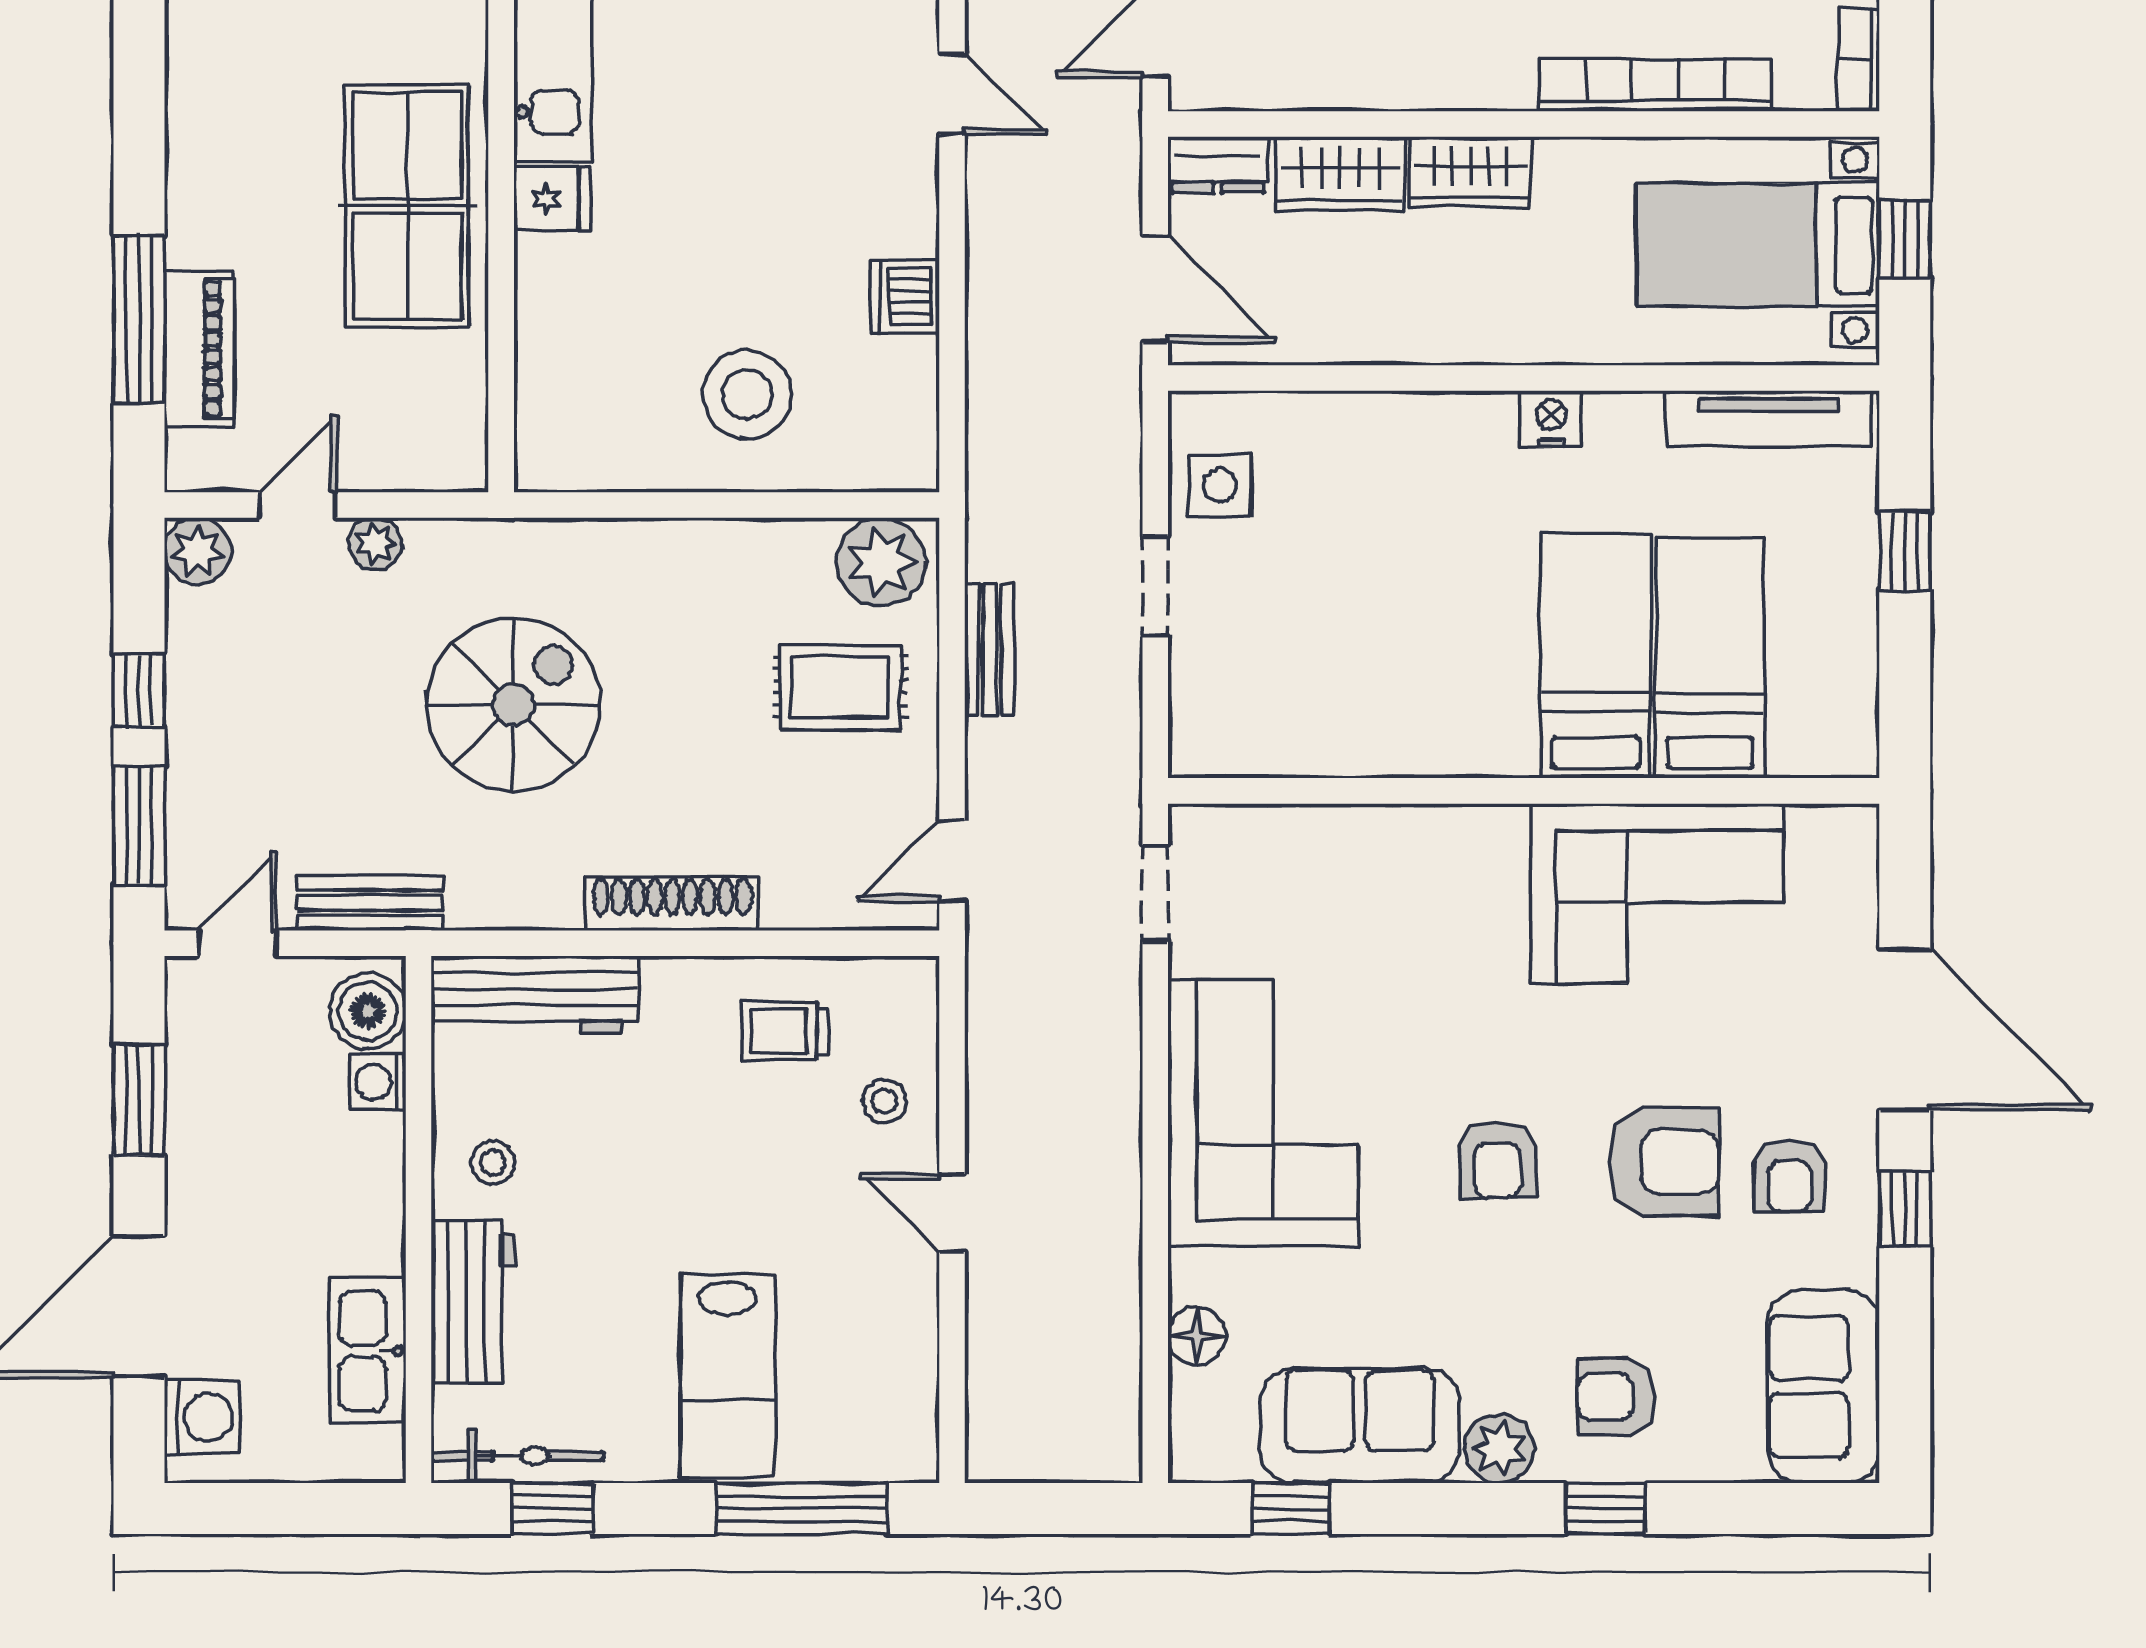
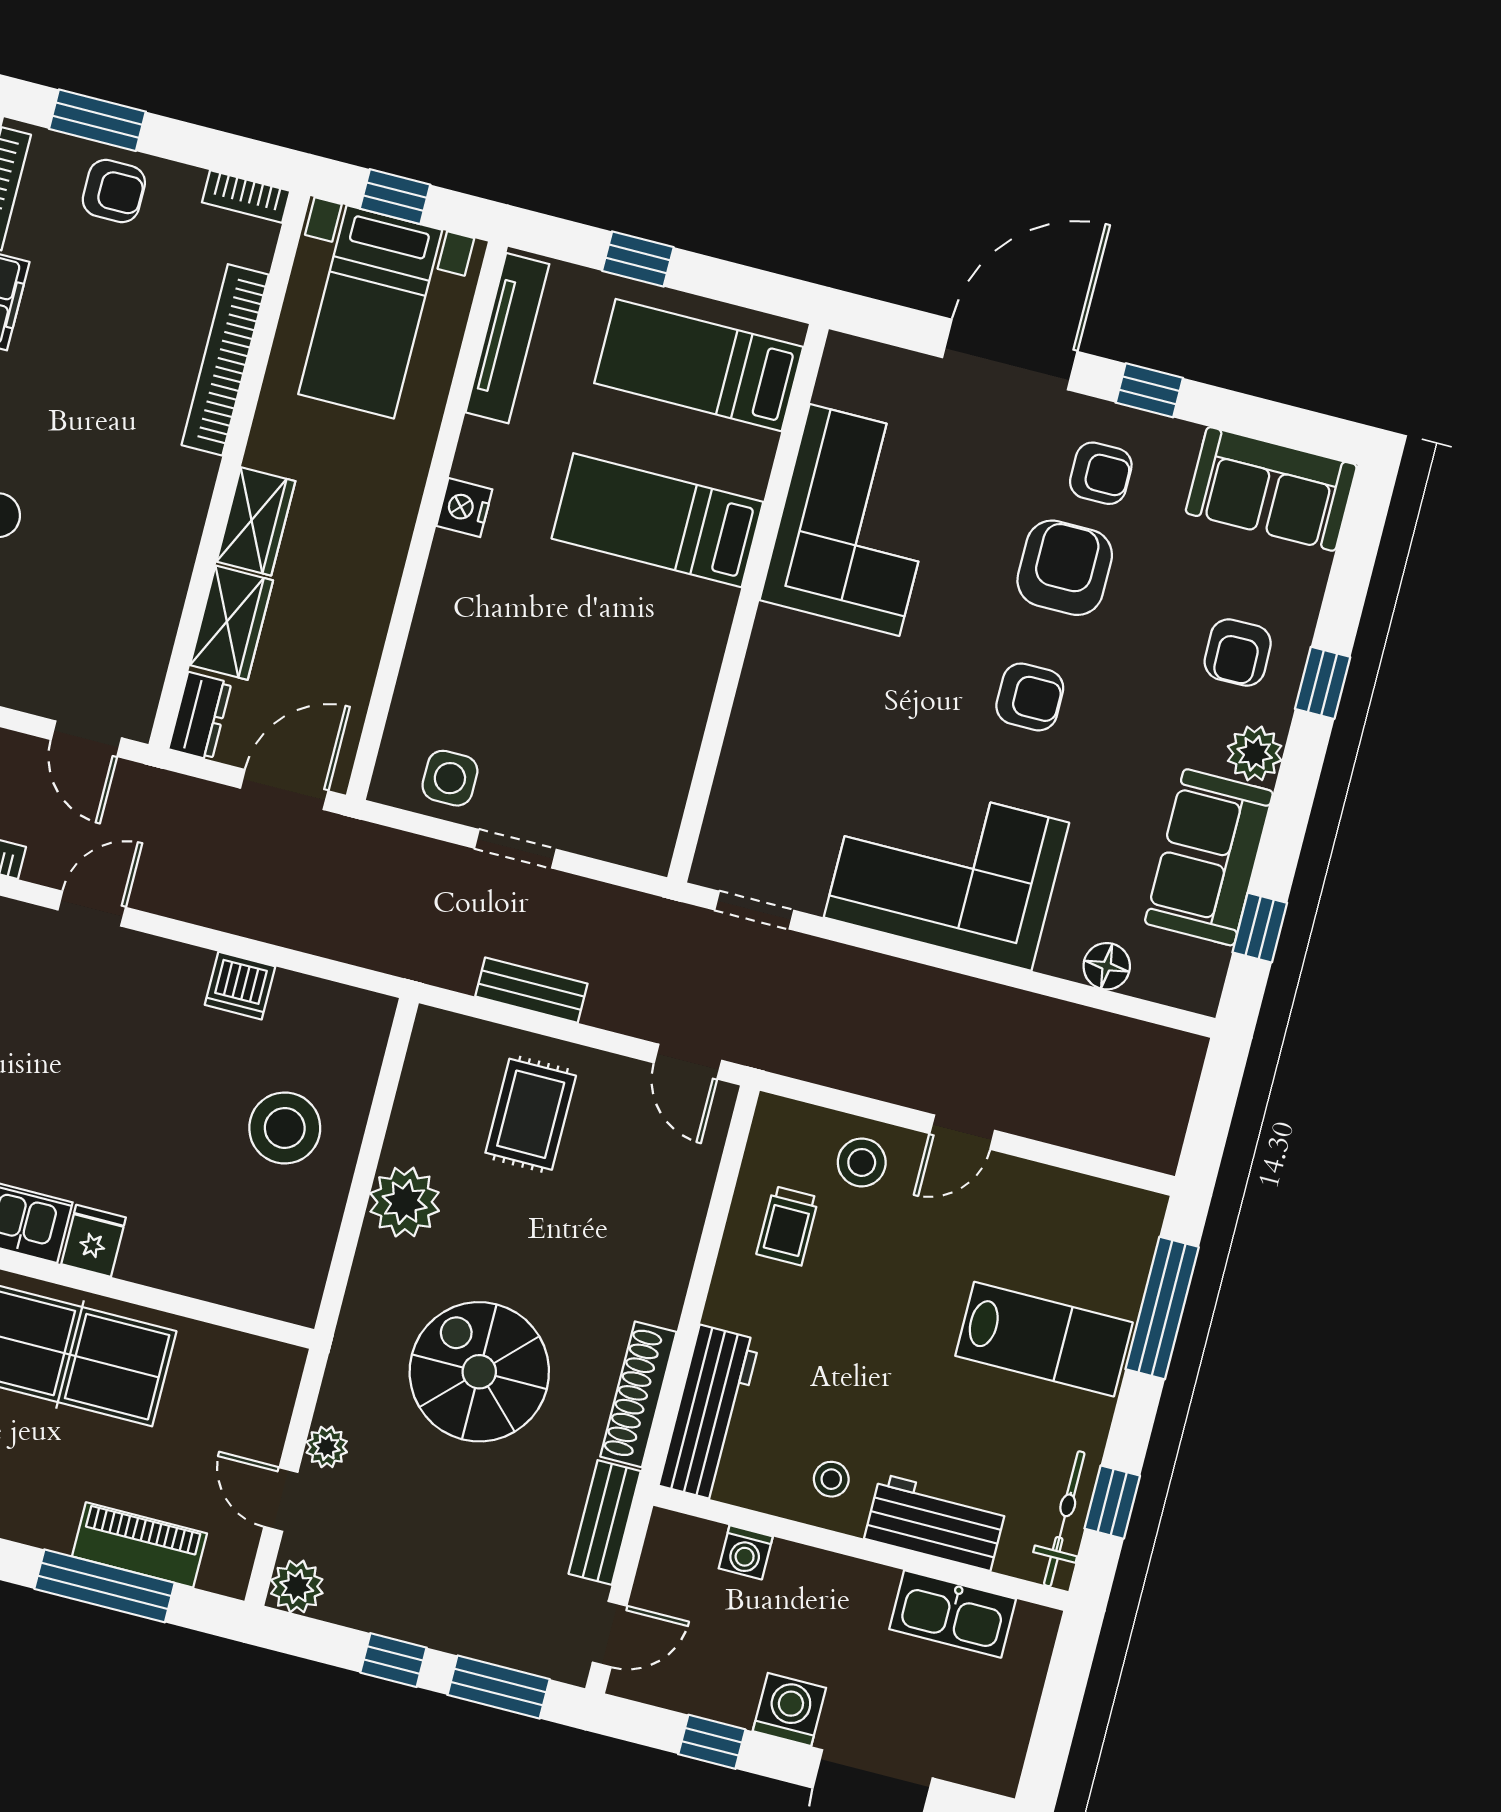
plant: (881, 562) -> (405, 1202), moved
bed: (1710, 658) -> (699, 365), moved
shoe rack: (672, 904) -> (638, 1394), moved
door: (237, 943) -> (610, 1634), swing flipped
boiler: (368, 1011) -> (688, 1546), removed
window: (139, 1100) -> (712, 1742), width x0.67
stool: (884, 1101) -> (862, 1162), width x1.37, depth x1.37
washing machine: (202, 1417) -> (789, 1710), moved

